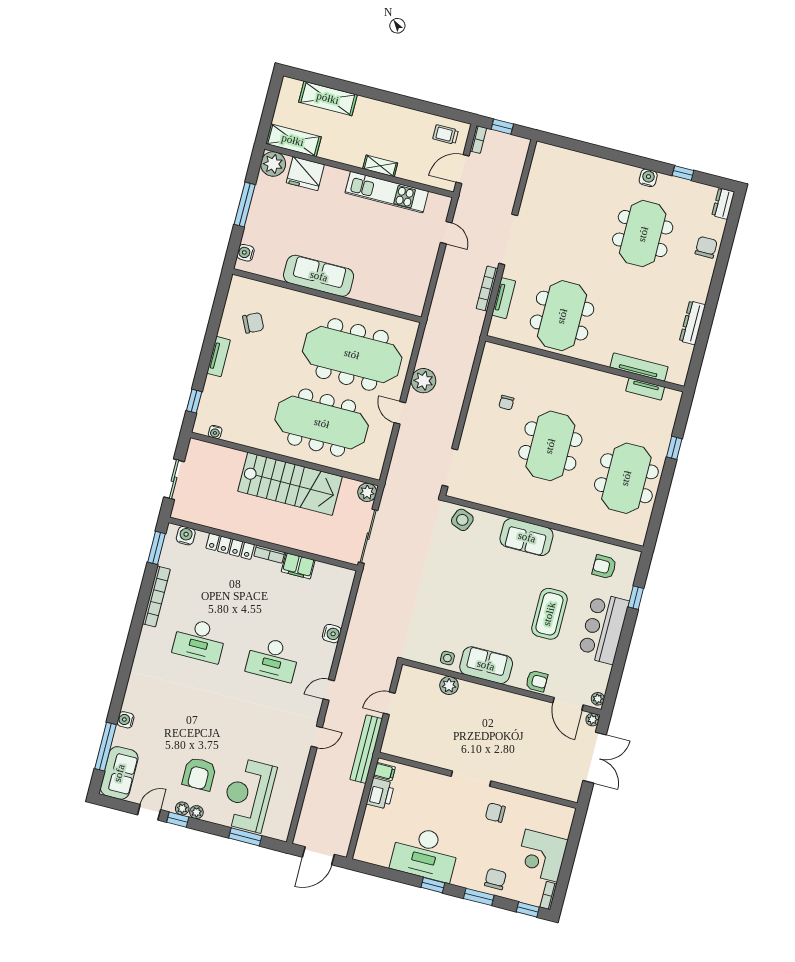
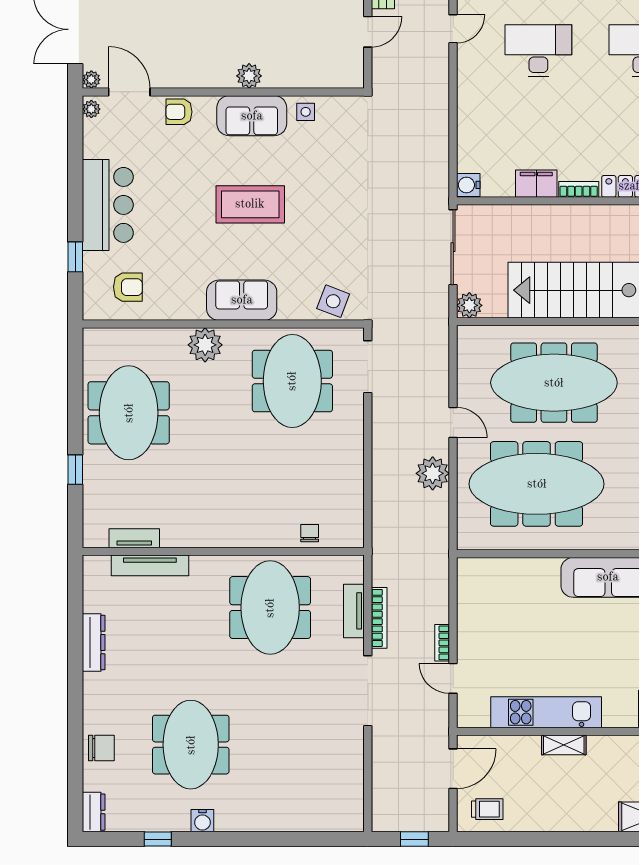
bookcase: (478, 139) -> (442, 643), moved
chair: (706, 247) -> (101, 748), turned -90
chair: (506, 403) -> (310, 533), moved
meeting table: (550, 446) -> (292, 381), moved
plant: (560, 512) -> (205, 345), added
coffee table: (549, 614) -> (250, 204), moved, turned 90
water cooler: (332, 634) -> (468, 185), moved
plant: (449, 685) -> (249, 76), moved

